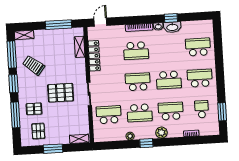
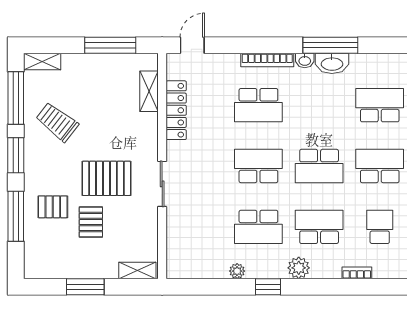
window: (171, 18) -> (330, 45), width x2.17
school desk: (109, 115) -> (198, 227), removed
pallet: (38, 131) -> (91, 222), moved

